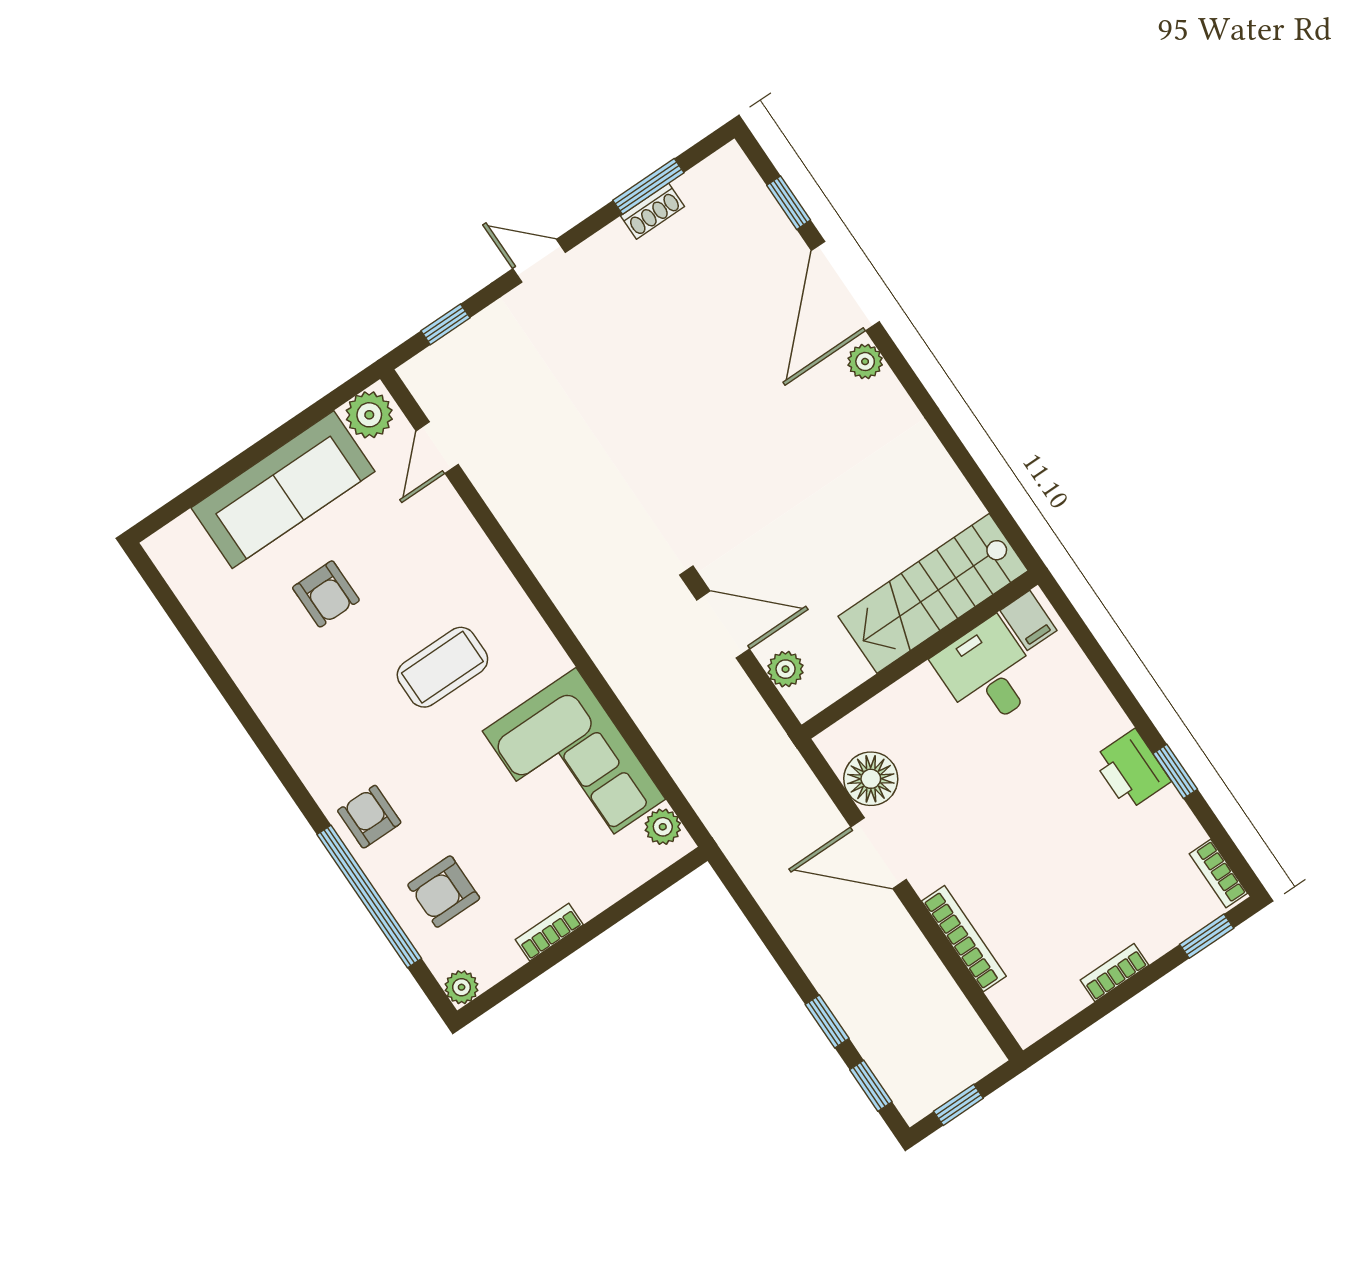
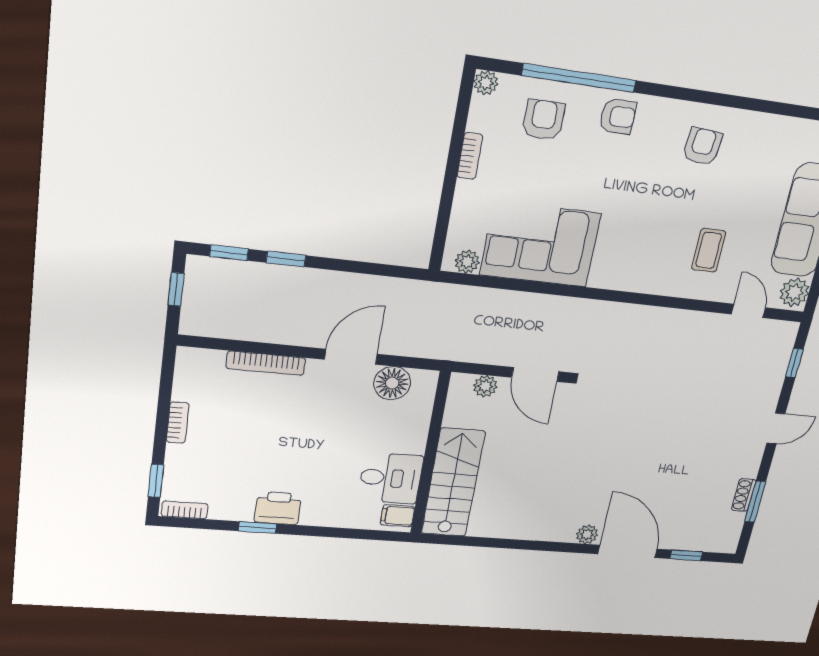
armchair: (326, 594) -> (702, 146), moved, turned 95
door: (723, 625) -> (535, 374), hinge flipped
coffee table: (442, 667) -> (709, 250), moved, width x0.73, depth x0.77

